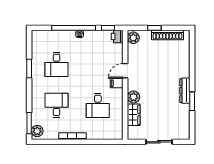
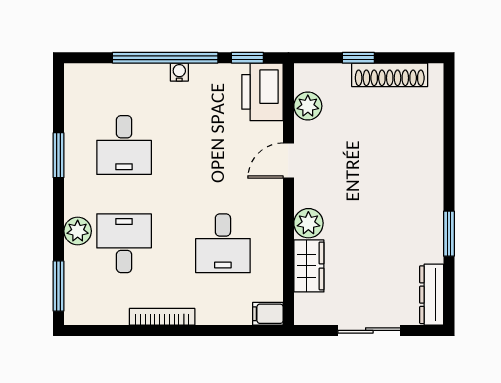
printer: (117, 37) -> (262, 92), width x1.87, depth x1.48
plant: (133, 38) -> (308, 106), moved
filing cabinet: (117, 83) -> (268, 314), moved
dresser: (185, 91) -> (432, 295), moved
plant: (37, 131) -> (78, 231), moved

